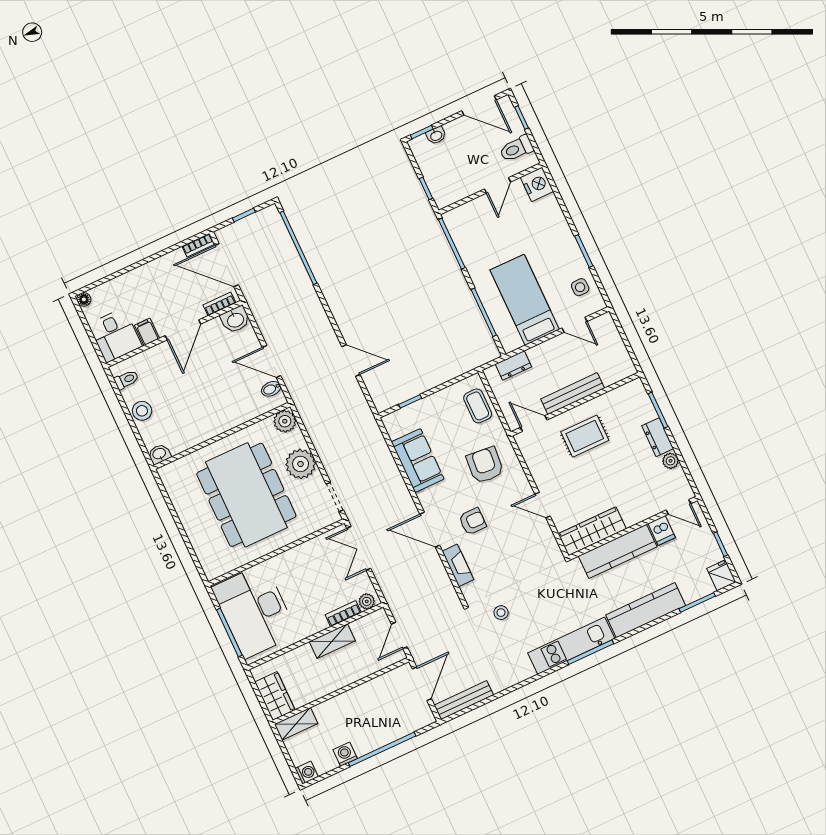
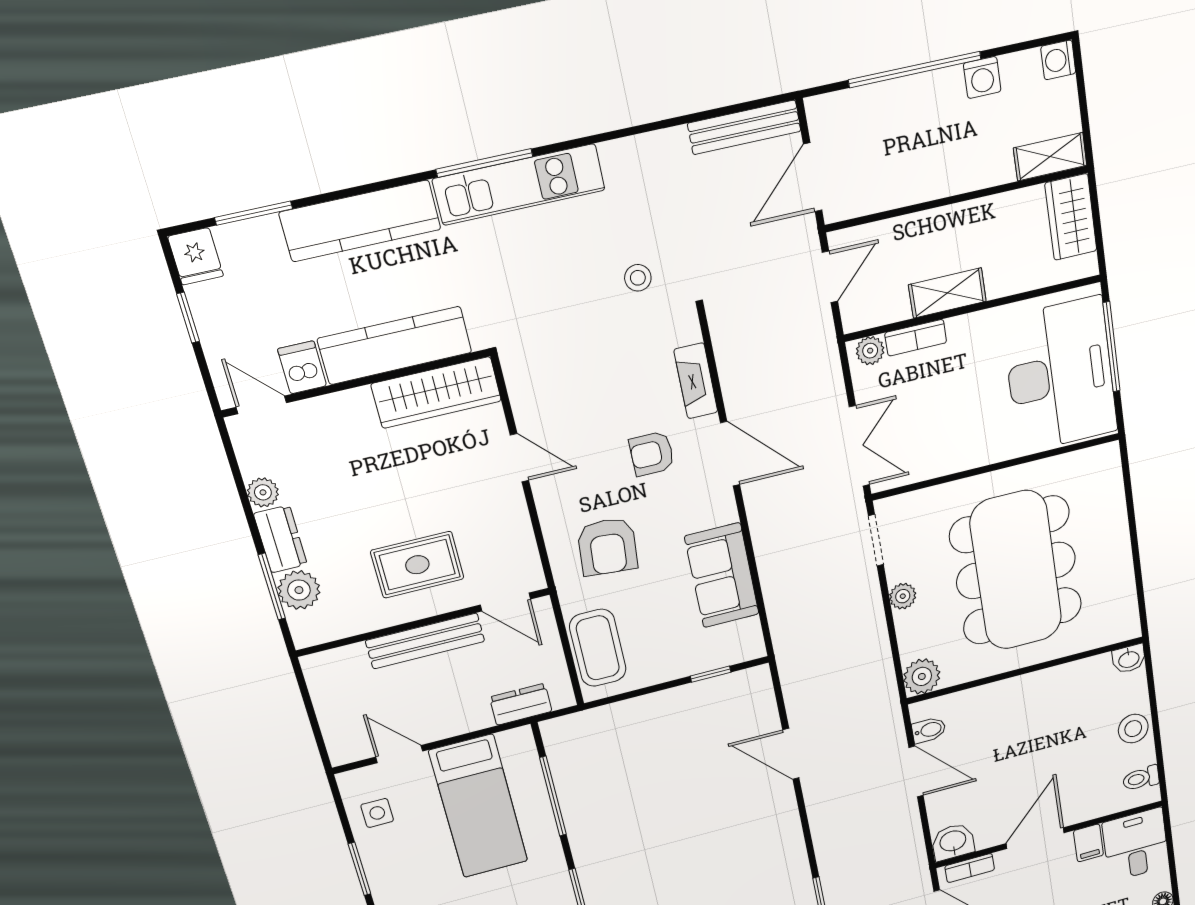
coffee table: (478, 406) -> (598, 648), width x1.36, depth x1.30
plant: (644, 411) -> (299, 590), added
plant: (301, 464) -> (903, 596), width x0.53, depth x0.53

